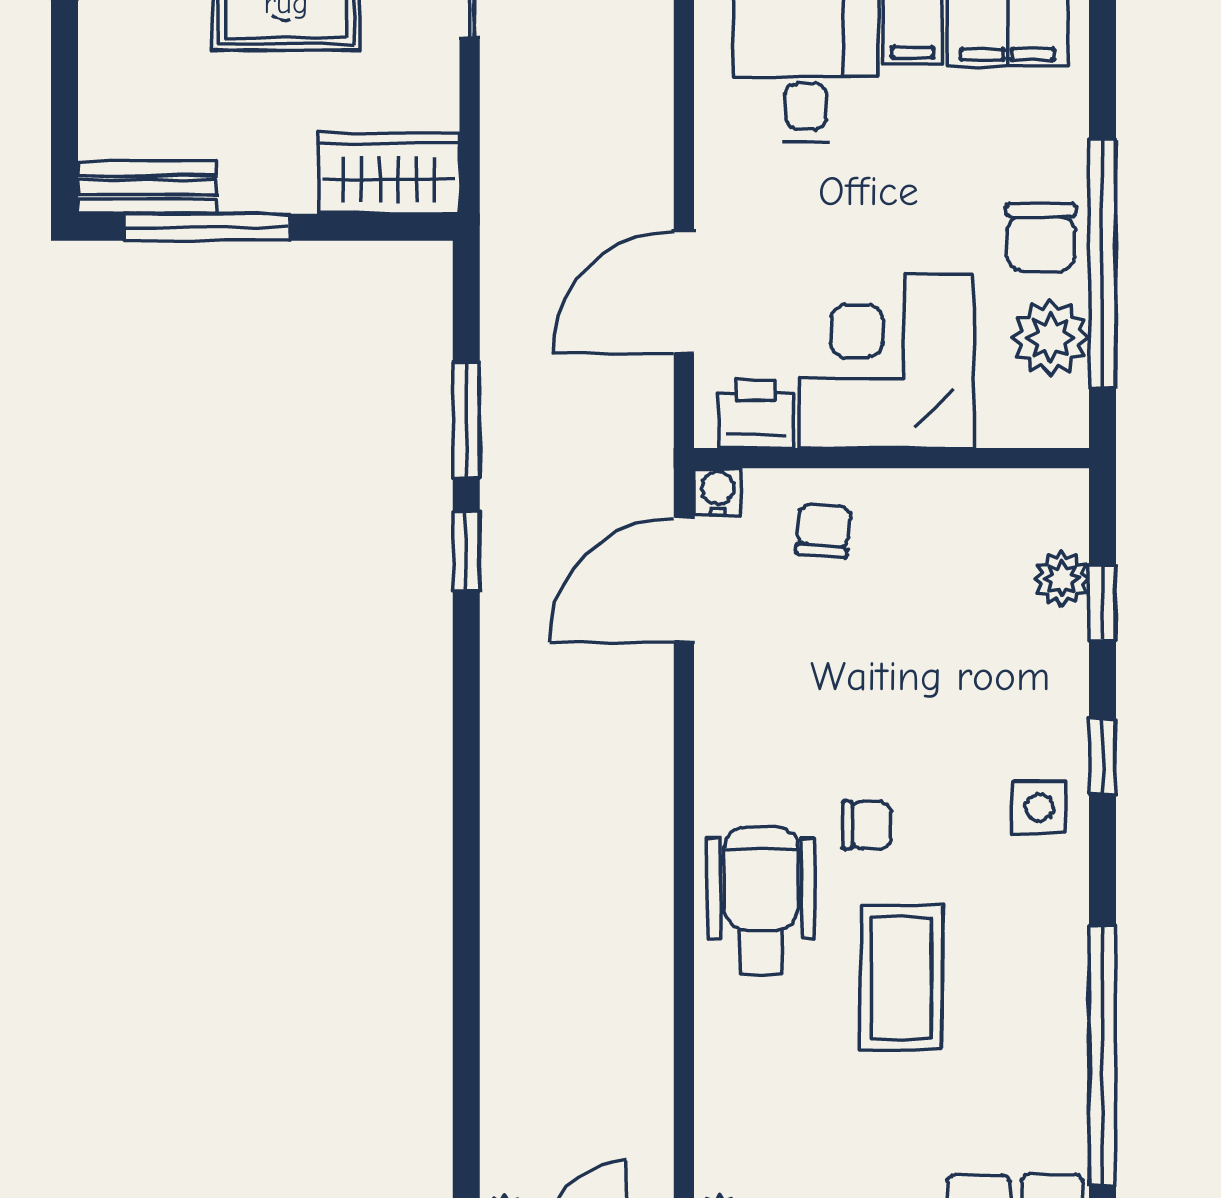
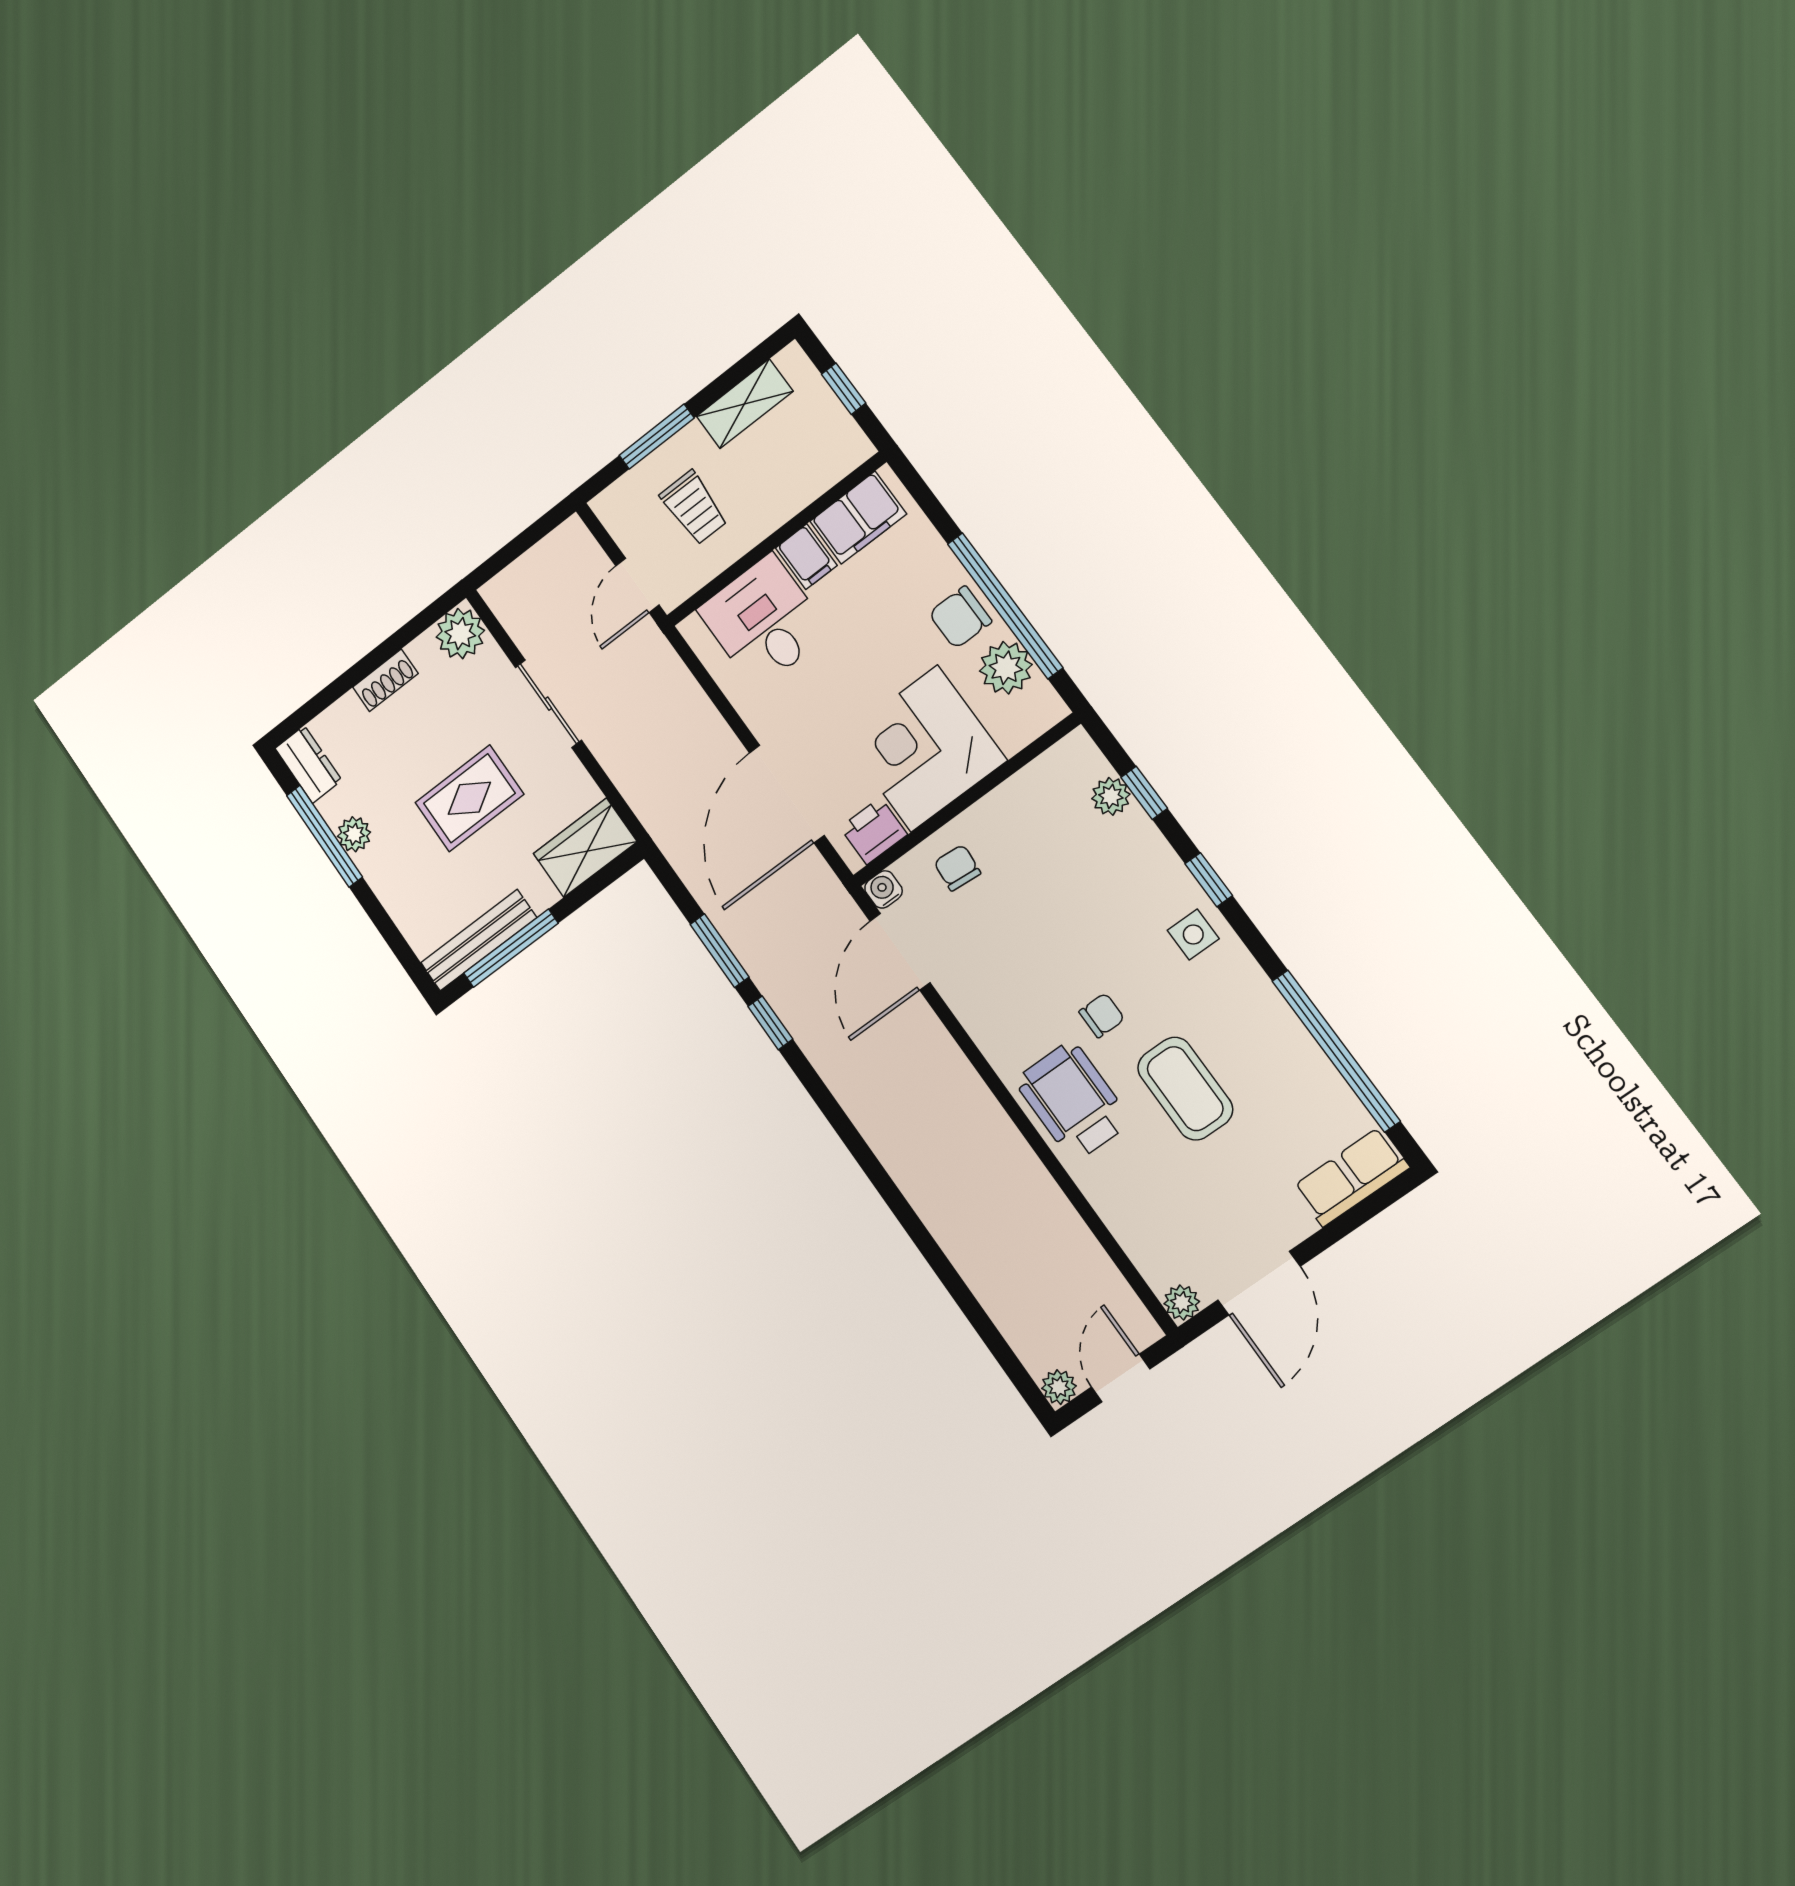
bench: (147, 187) -> (479, 940), width x1.36
chair: (1041, 237) -> (960, 617), turned 90
door: (684, 292) -> (787, 794), width x1.36

